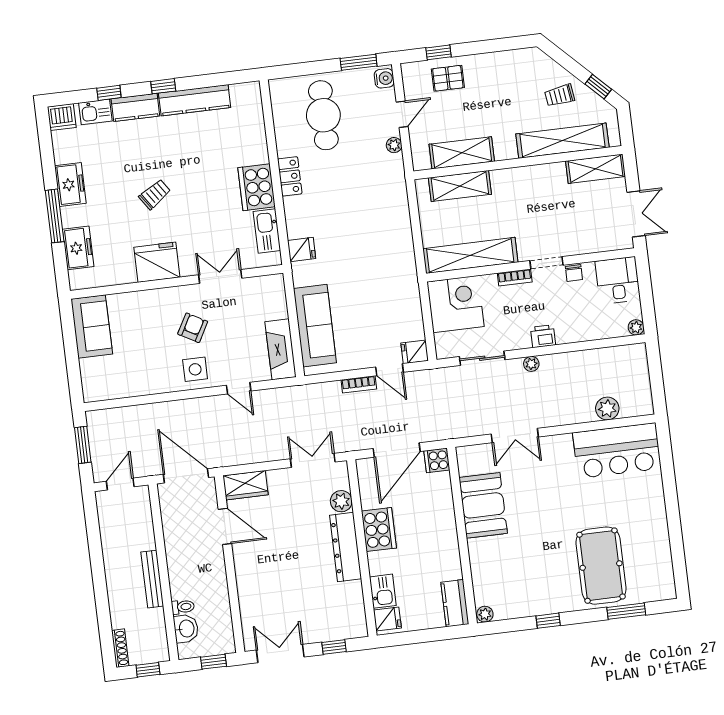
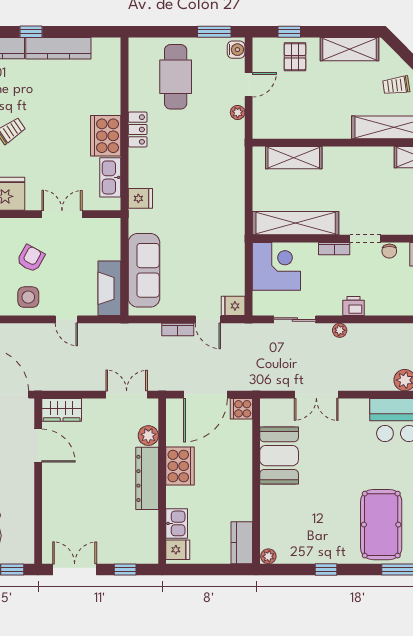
pallet: (448, 78) -> (295, 57), turned 90
shelving: (462, 153) -> (350, 49), moved

